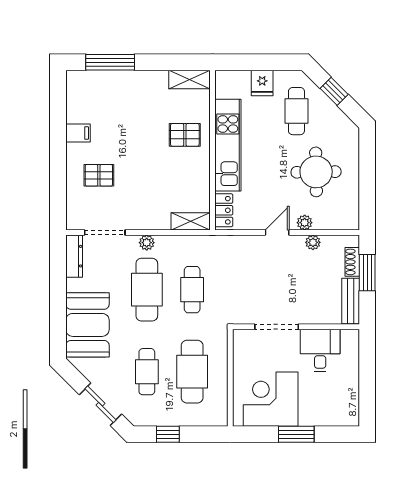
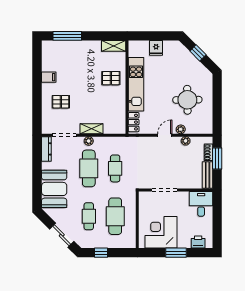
cafe table: (296, 111) -> (176, 64), removed
shelving: (191, 221) -> (92, 129), moved
desk: (320, 350) -> (201, 204), moved
printer: (334, 416) -> (198, 242), added

